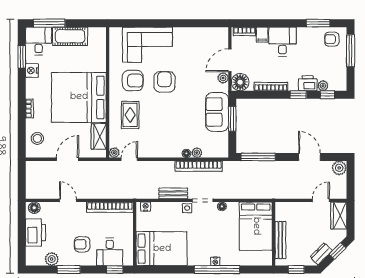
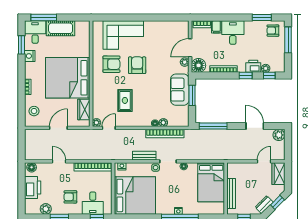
rug: (130, 115) -> (125, 100), moved
bed: (162, 249) -> (135, 195), width x1.36

